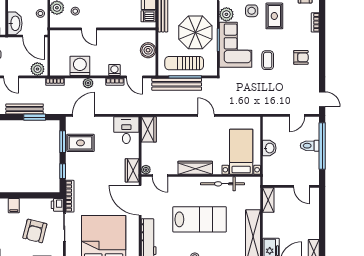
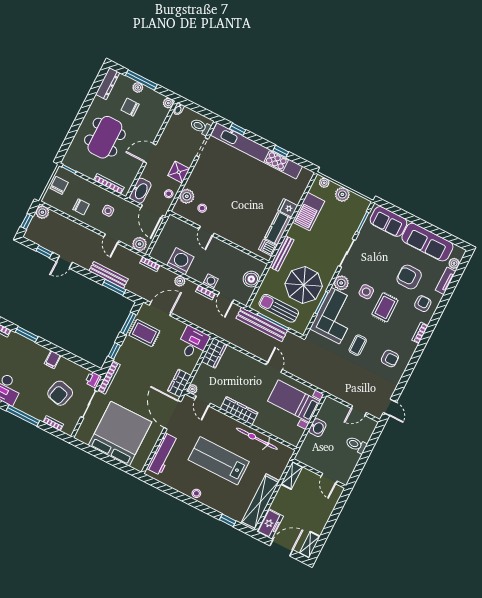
window: (322, 146) -> (368, 451), removed
bed with nightstands: (241, 152) -> (294, 401), moved, turned -90
lab bench: (200, 219) -> (219, 461), turned 180

